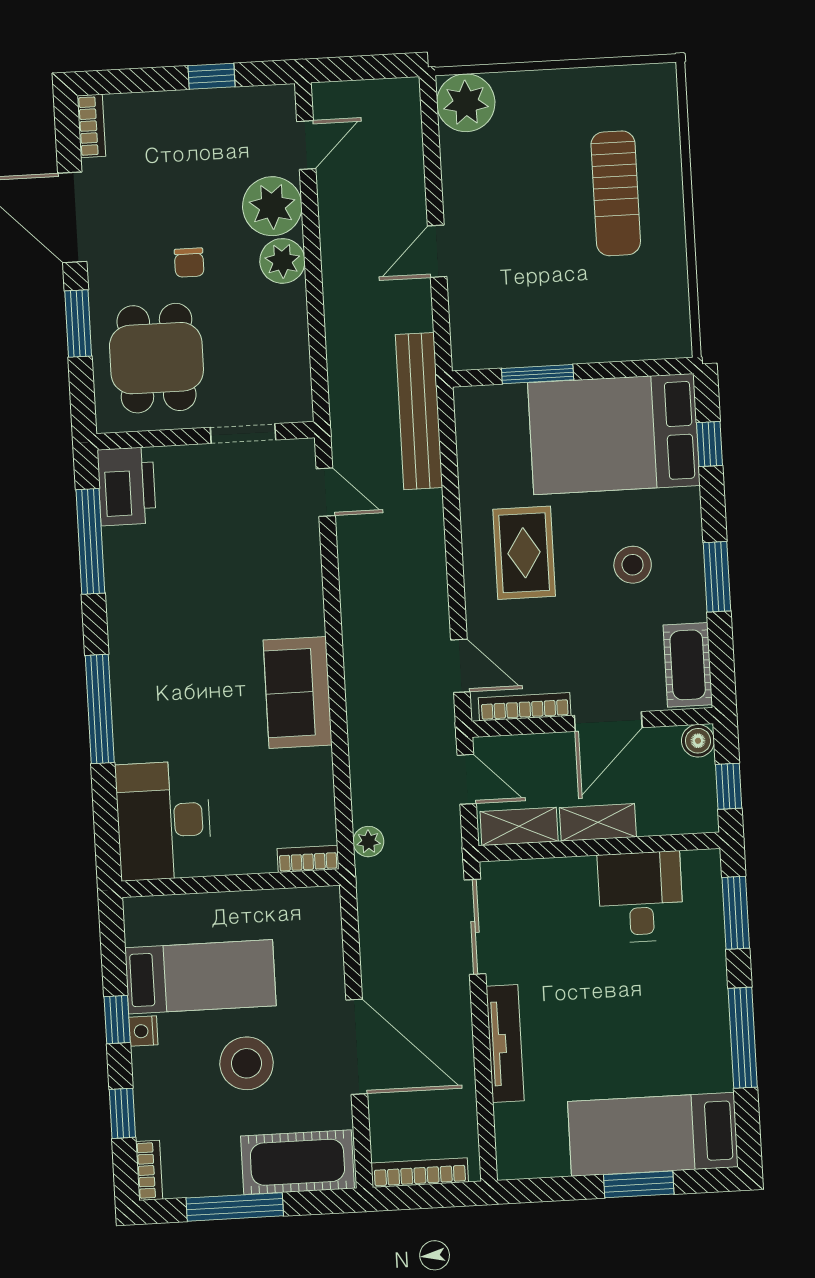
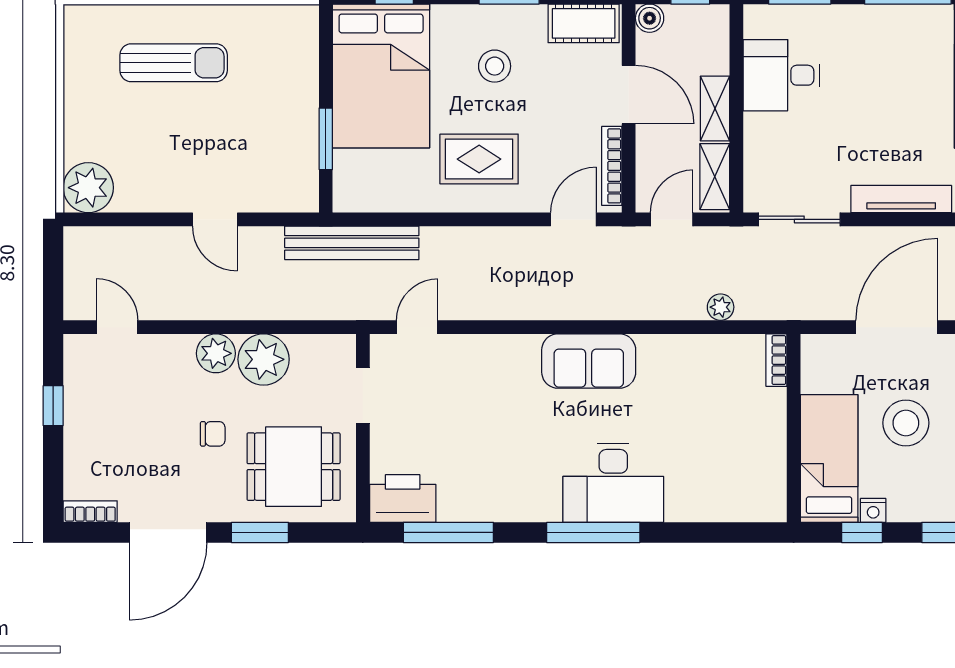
plant: (272, 206) -> (264, 359), moved
desk: (164, 821) -> (613, 483), moved
bookcase: (308, 859) -> (776, 360), moved
wall: (231, 883) -> (794, 428), moved

